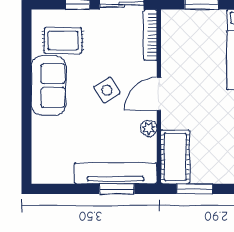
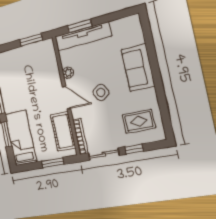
sofa: (49, 86) -> (138, 68), moved
door: (159, 94) -> (66, 98), hinge flipped
cot: (175, 157) -> (63, 131), moved

